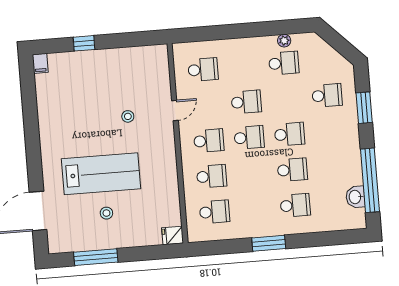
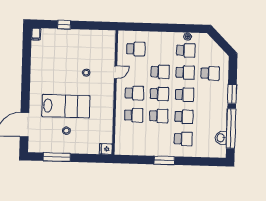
school desk: (287, 99) -> (185, 73), added
window: (364, 108) -> (232, 94), moved
school desk: (214, 212) -> (159, 116), moved

